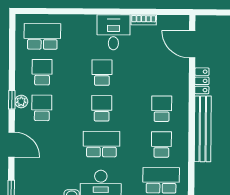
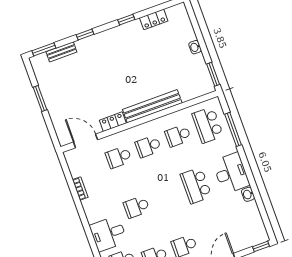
desk: (113, 32) -> (108, 234), moved
door: (192, 44) -> (86, 141), swing flipped
school desk: (102, 108) -> (119, 157), moved

